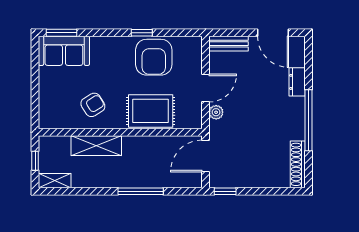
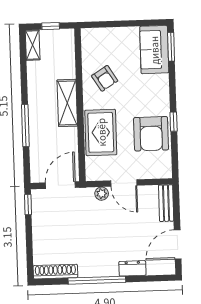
armchair: (154, 57) -> (151, 134), turned -90
shelving: (96, 146) -> (67, 103), moved
door: (205, 156) -> (60, 185), hinge flipped

